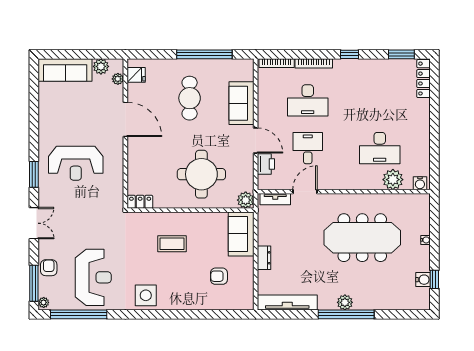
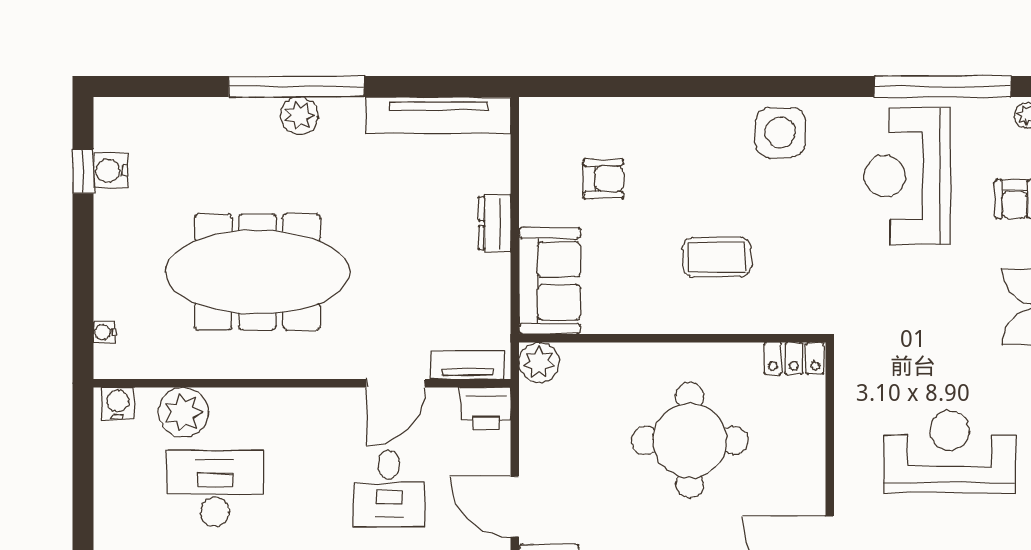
printer: (266, 164) -> (486, 408), moved, turned -90
round table: (201, 174) -> (690, 440), moved
water cooler: (425, 240) -> (104, 332), moved

